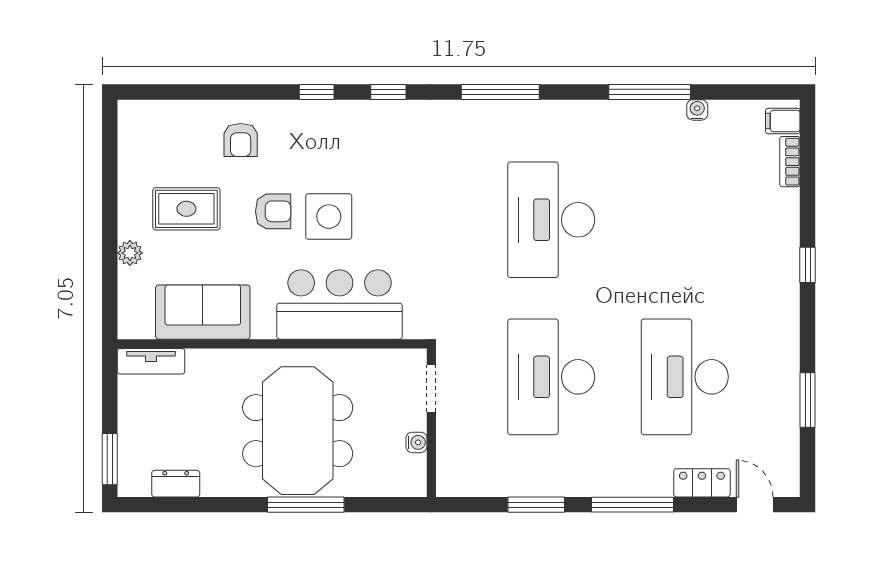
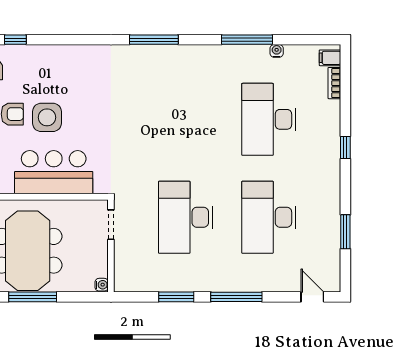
window: (317, 92) -> (15, 40), moved
window: (388, 92) -> (84, 40), removed
desk: (551, 220) -> (269, 119), moved
water cooler: (416, 442) -> (102, 285), moved
locker: (702, 483) -> (280, 283), removed

